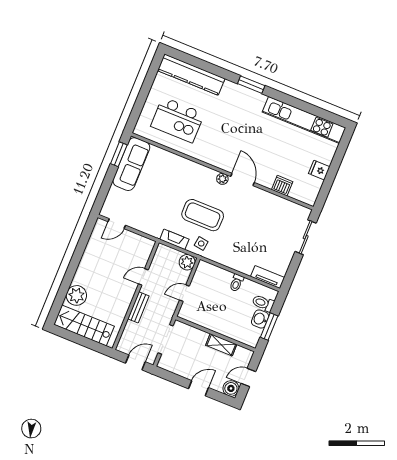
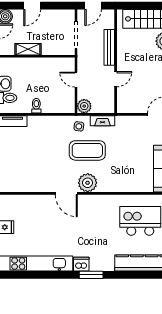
plant: (222, 179) -> (88, 183), width x1.87, depth x1.87
dishwasher: (282, 186) -> (81, 264), moved, turned 180
door: (184, 293) -> (76, 80), swing flipped
bench: (138, 307) -> (109, 47), width x1.36

